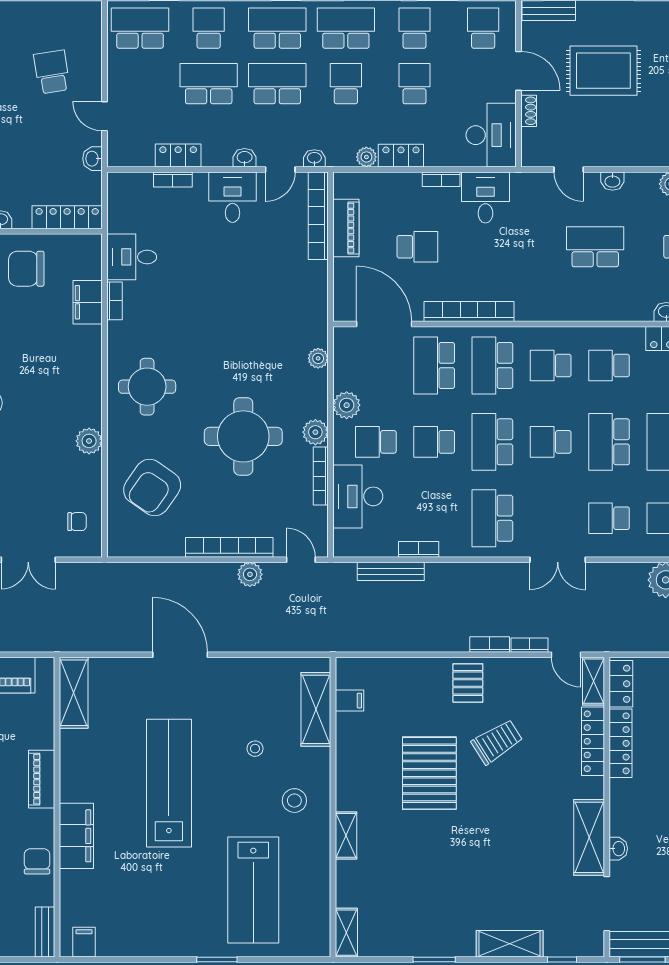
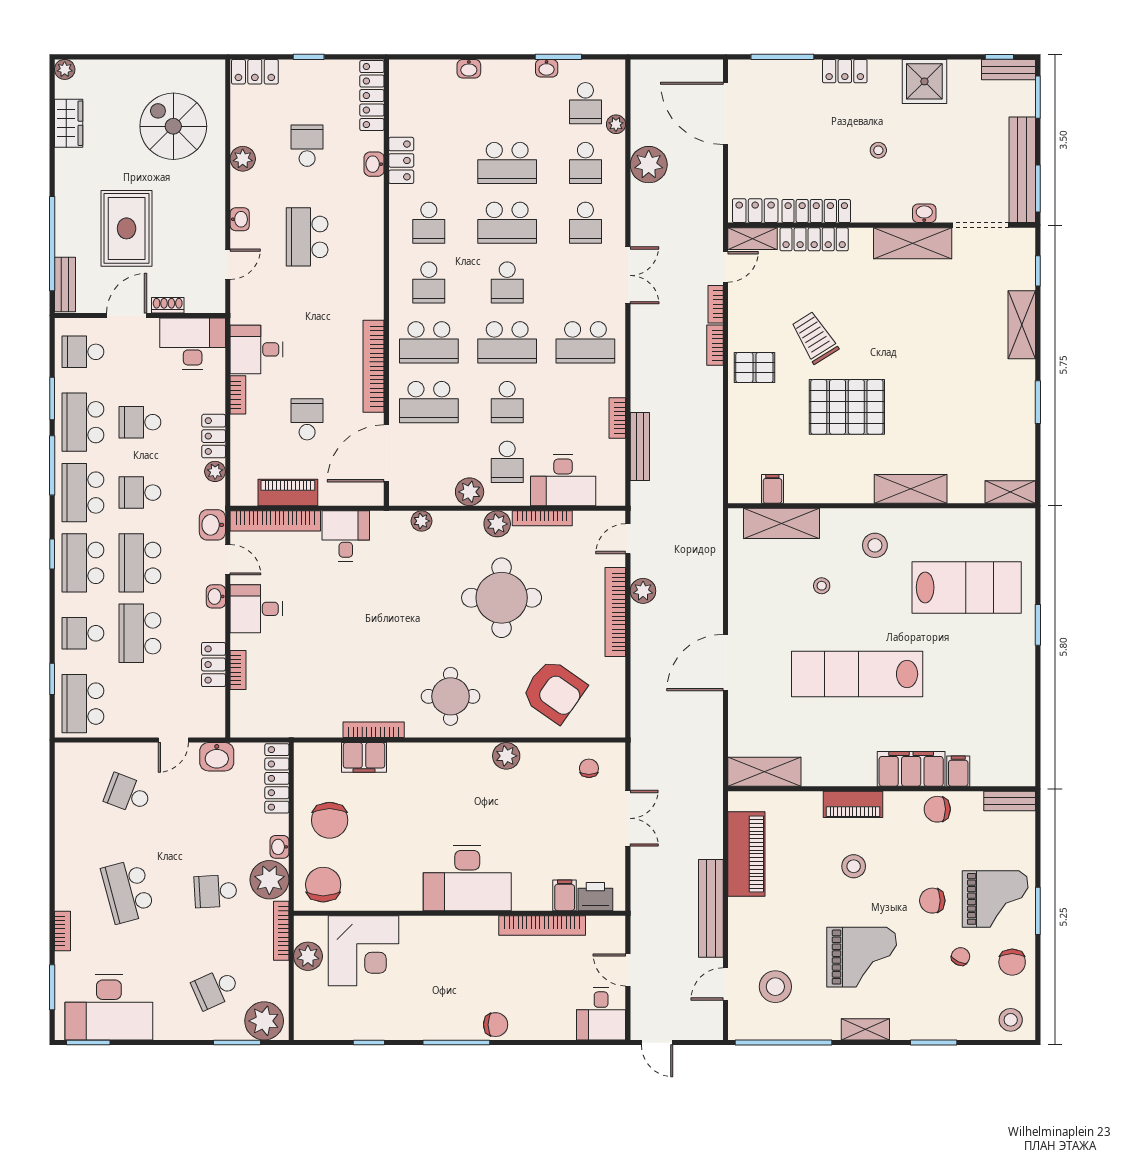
school desk: (415, 28) -> (83, 422), width x1.85
school desk: (52, 72) -> (128, 794), turned 30
washbasin: (314, 158) -> (212, 525), width x1.38, depth x1.45
washbasin: (93, 159) -> (217, 757), width x1.38, depth x1.45
desk: (132, 257) -> (346, 536), moved, turned 180
bookcase: (115, 301) -> (374, 730), width x1.56
shelving: (346, 835) -> (911, 489), width x1.50, depth x1.33
filing cabinet: (84, 942) -> (958, 771), moved, turned 90

